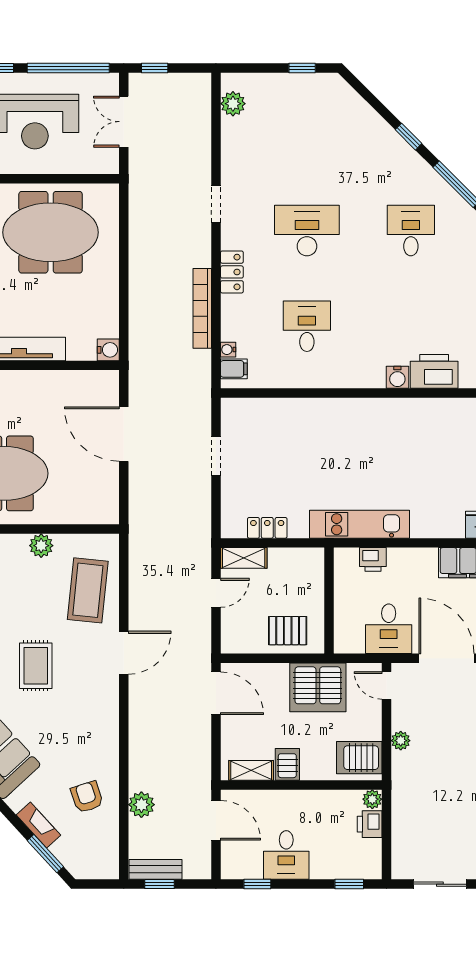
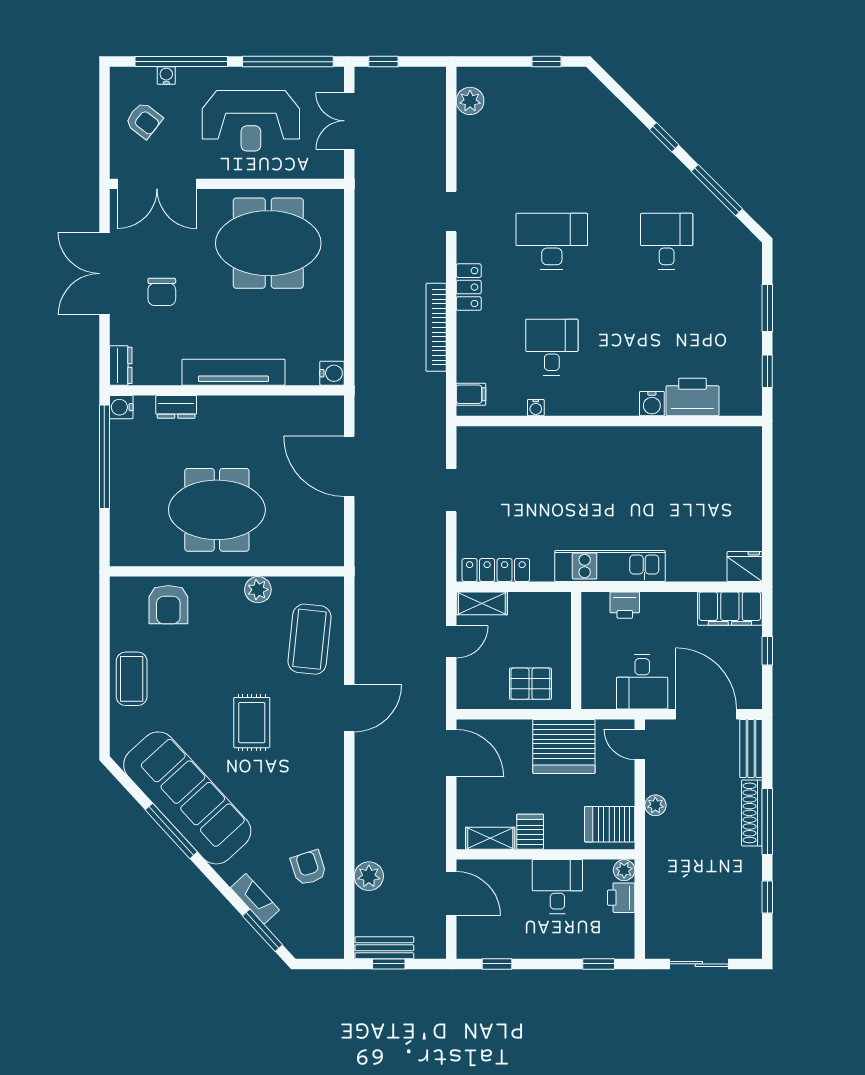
water cooler: (228, 350) -> (536, 408), moved, turned -90
locker: (267, 528) -> (496, 570), width x1.53
desk: (286, 855) -> (557, 887), moved, turned 180

